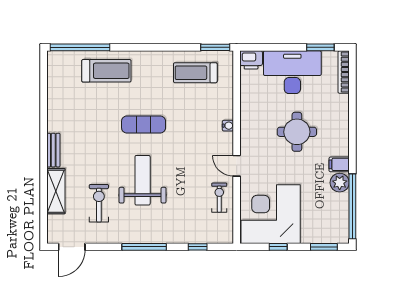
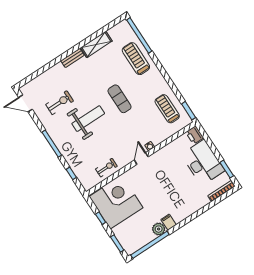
treadmill: (106, 71) -> (136, 59), turned 180
round table: (297, 132) -> (171, 187), removed
door: (237, 166) -> (141, 158), moved
shelving: (56, 191) -> (96, 44), moved

